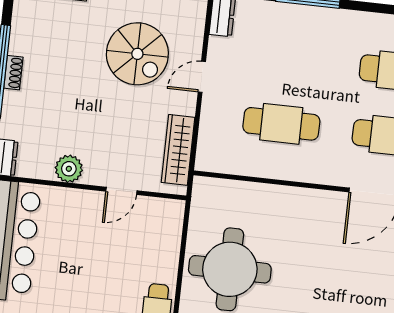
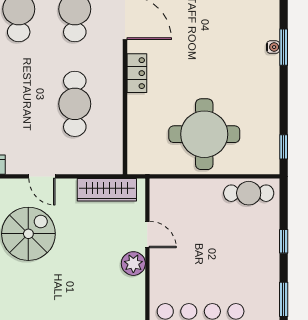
plant: (69, 169) -> (133, 264), moved
locker: (309, 199) -> (137, 73), added

